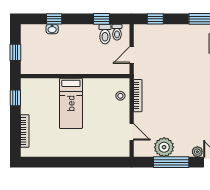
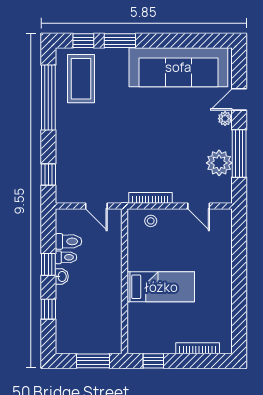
window: (102, 19) -> (48, 264), moved
washbasin: (52, 29) -> (62, 276), moved
toilet: (117, 32) -> (66, 257), moved
window: (15, 52) -> (93, 361), width x1.50
door: (132, 132) -> (199, 206), swing flipped

